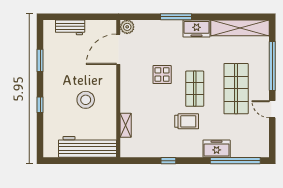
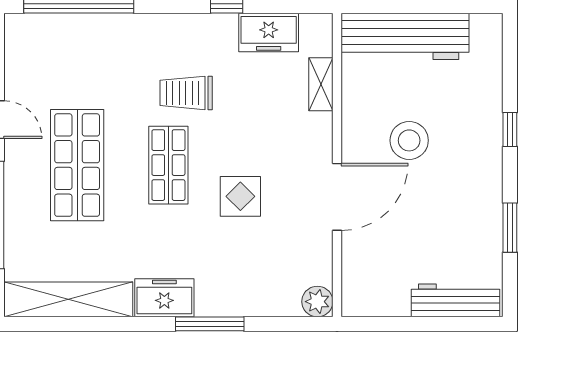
workbench: (70, 27) -> (456, 300), width x1.38
door: (118, 49) -> (337, 197), moved
freezer: (217, 149) -> (269, 33), moved

